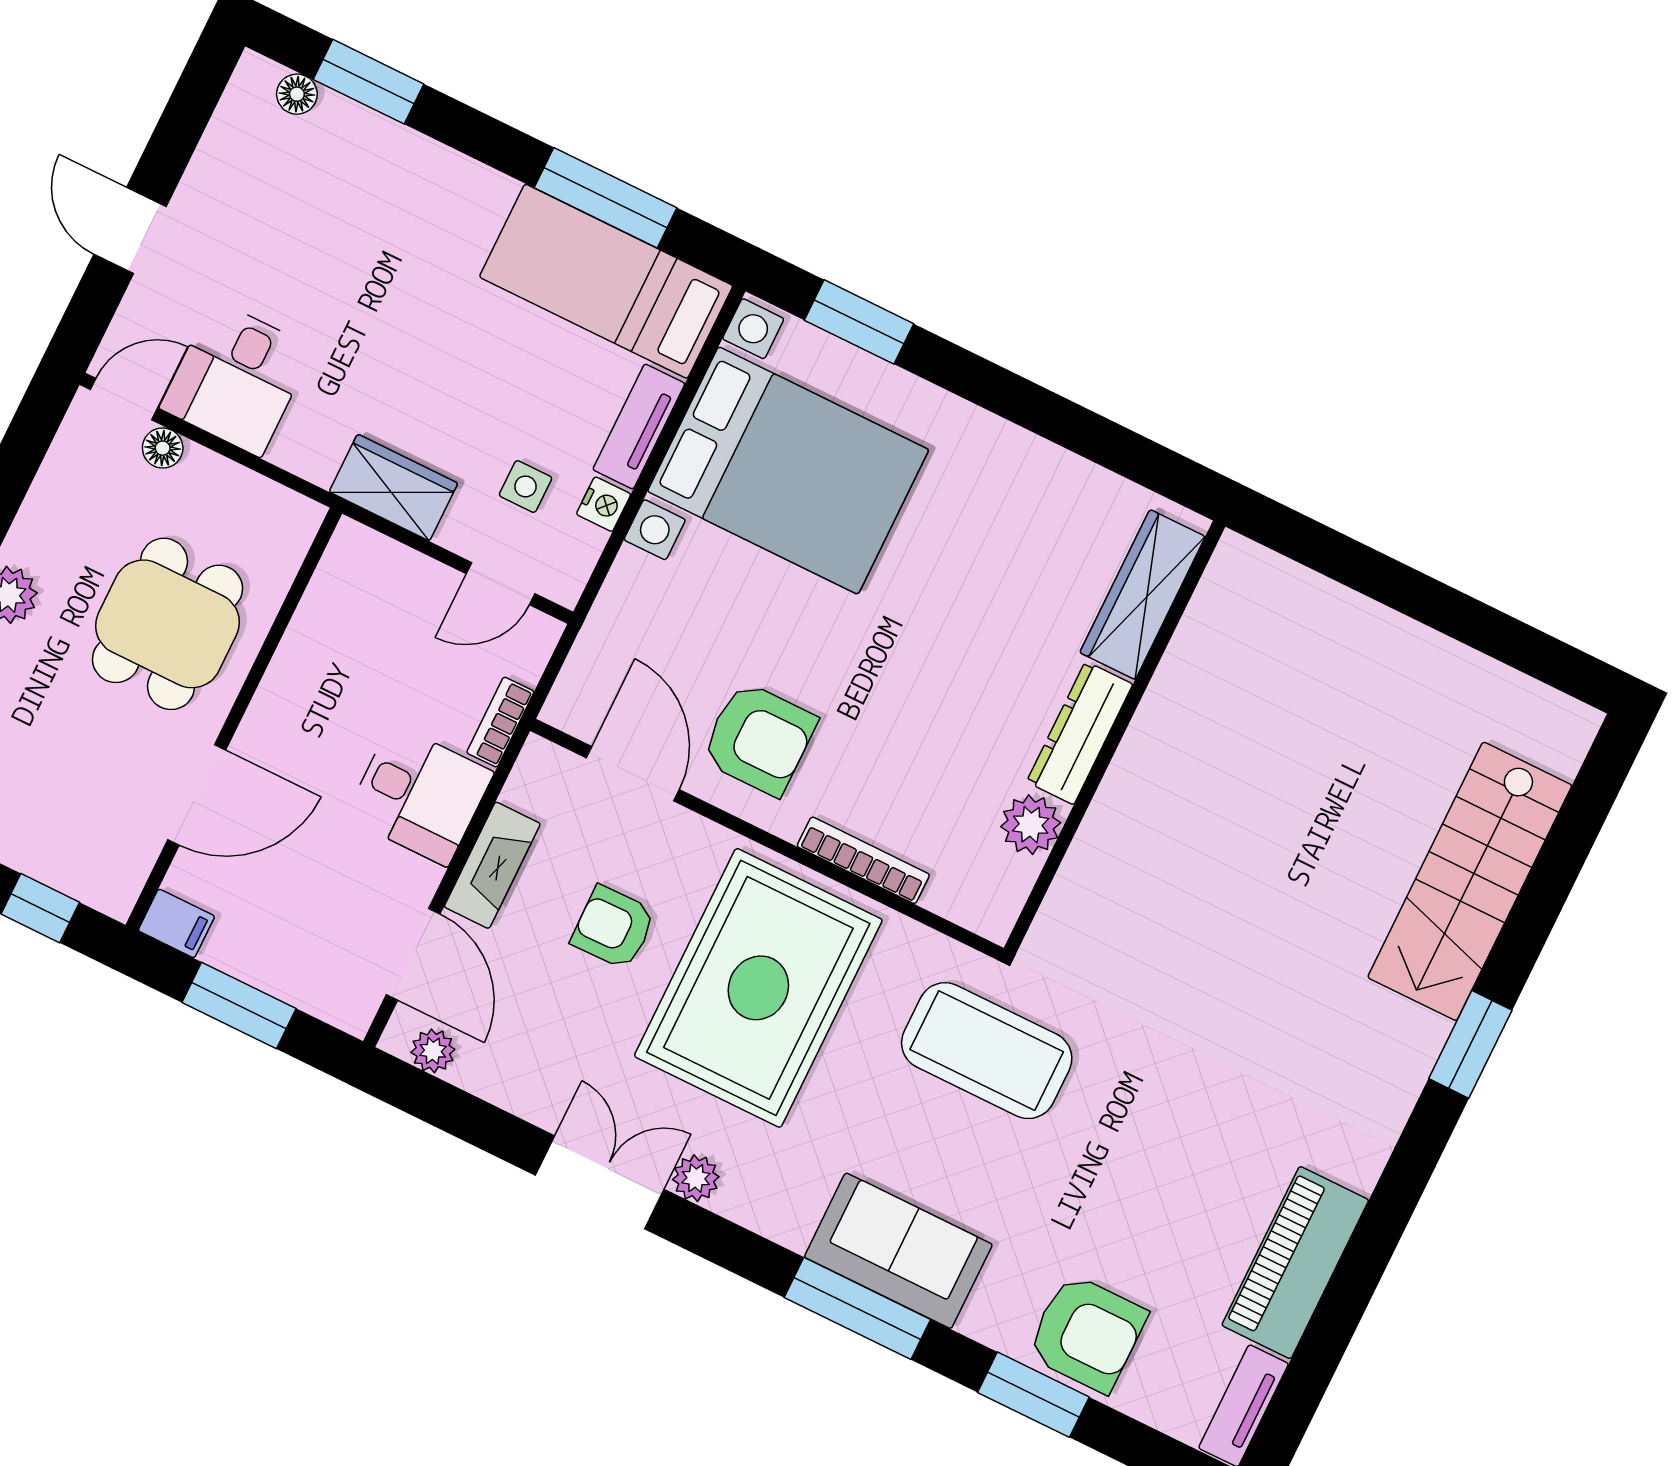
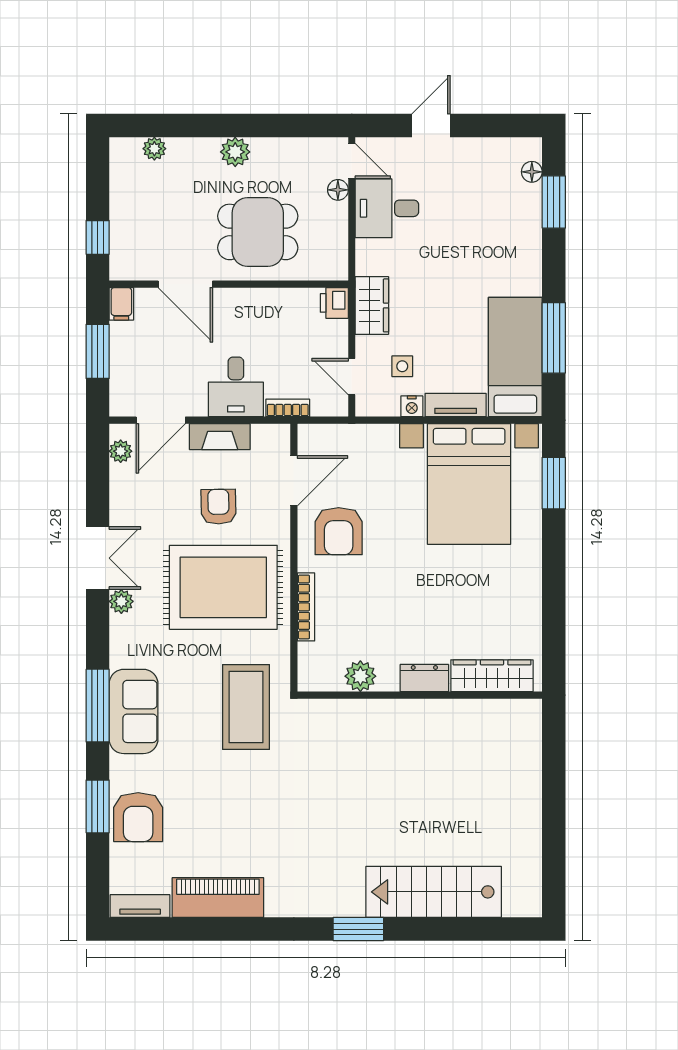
printer: (357, 551) -> (334, 303), added
dresser: (1080, 733) -> (424, 678), width x0.70

